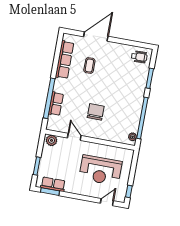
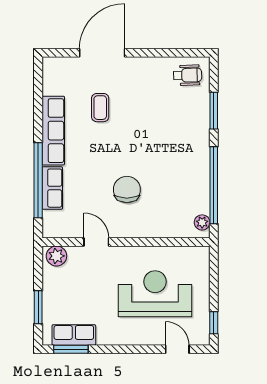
row of seats: (65, 60) -> (53, 131), moved
reception desk: (100, 170) -> (155, 294), turned 180
door: (107, 202) -> (177, 349), hinge flipped

